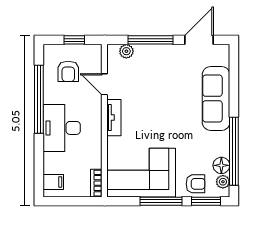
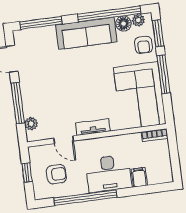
window: (234, 76) -> (41, 23), added
door: (104, 84) -> (64, 140), hinge flipped
sofa: (216, 98) -> (86, 33), moved
filing cabinet: (53, 182) -> (139, 177), moved
armchair: (195, 184) -> (143, 45), turned 180

